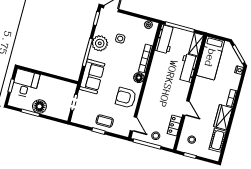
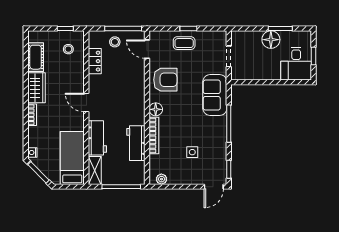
workbench: (165, 39) -> (136, 143), moved
plant: (100, 43) -> (216, 139), removed
door: (186, 108) -> (86, 103), moved

